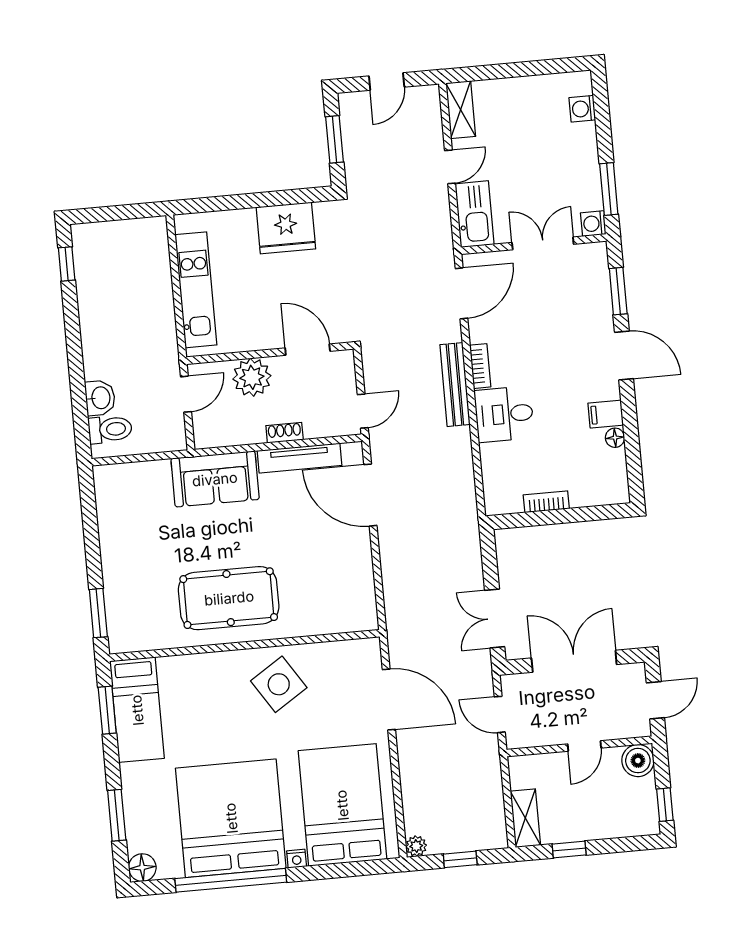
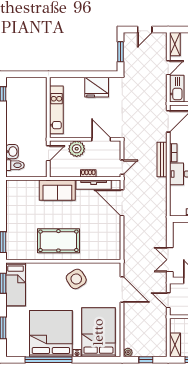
floor lamp: (142, 868) -> (12, 351), removed

